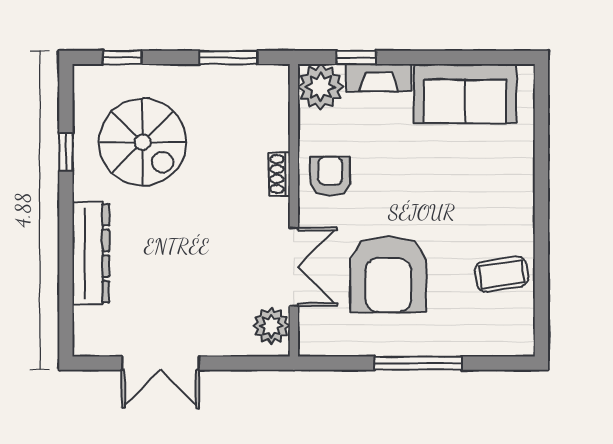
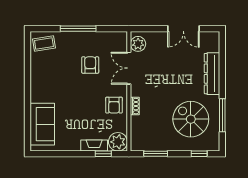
sofa: (465, 94) -> (42, 124), moved, turned 90
window: (66, 152) -> (222, 115), width x2.17
armchair: (388, 274) -> (90, 65), width x0.53, depth x0.53
coffee table: (502, 274) -> (44, 44), moved
double door: (160, 363) -> (183, 29), swing flipped

